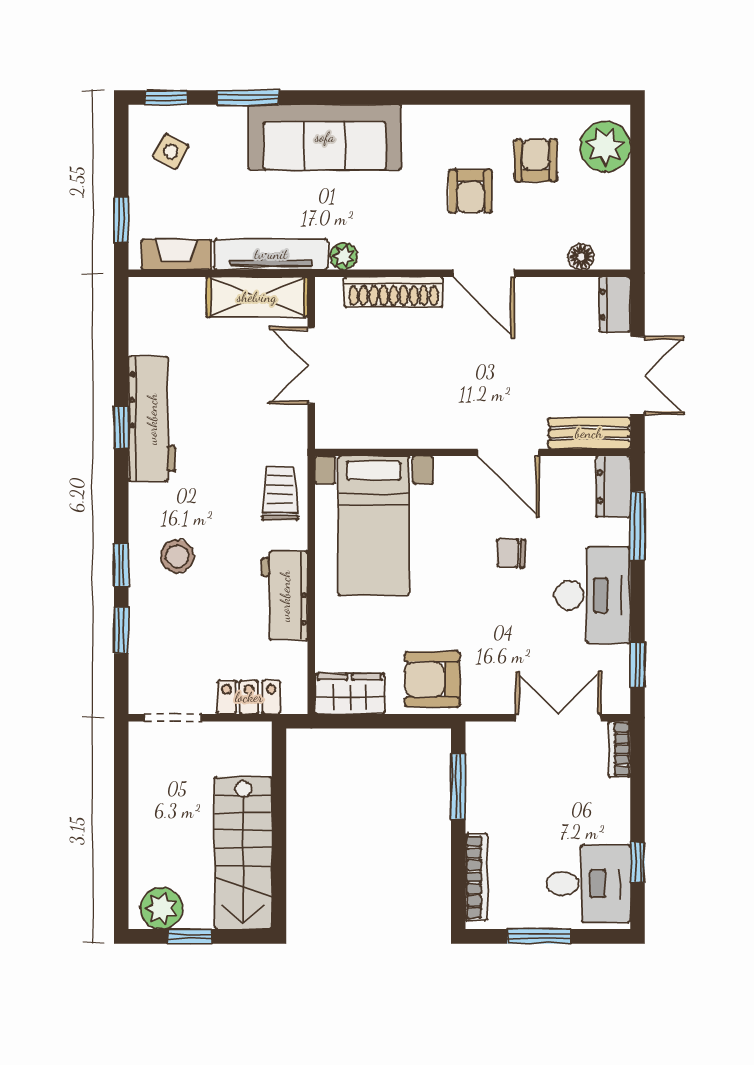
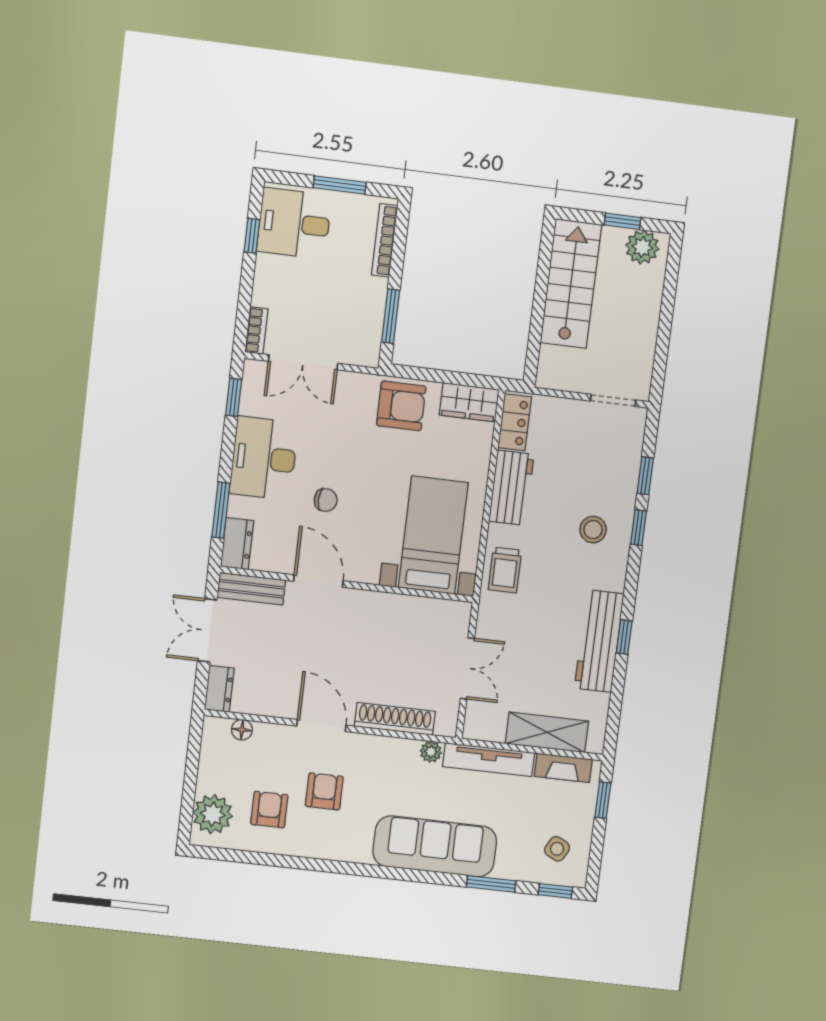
armchair: (536, 160) -> (269, 810), turned 180
shelving: (257, 297) -> (547, 732), moved
locker: (249, 697) -> (515, 422), moved, turned -90

